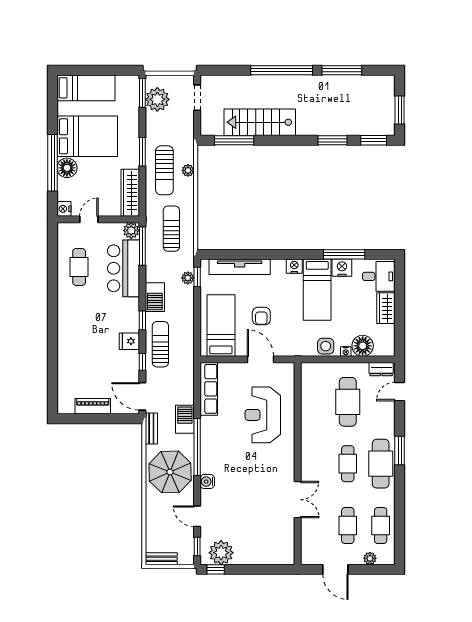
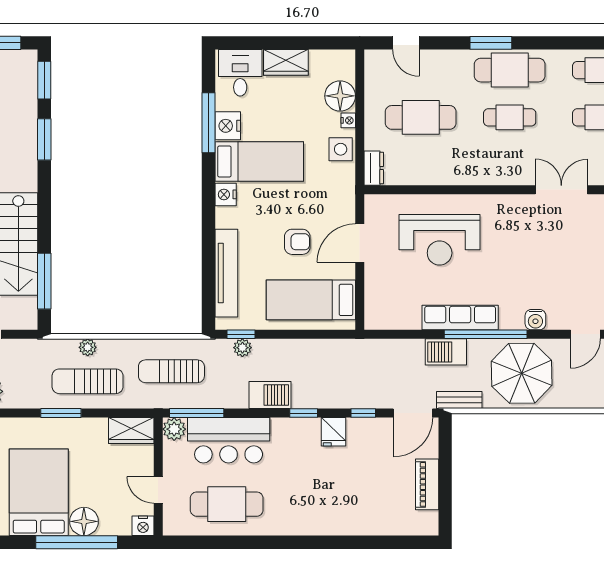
sun lounger: (164, 170) -> (88, 381), turned 180
wardrobe: (130, 193) -> (131, 431), width x0.67
cafe table: (79, 267) -> (227, 504), width x1.37, depth x1.35
sun lounger: (160, 344) -> (338, 387), removed
dresser: (381, 369) -> (374, 168), moved
row of seats: (209, 389) -> (460, 318), moved

